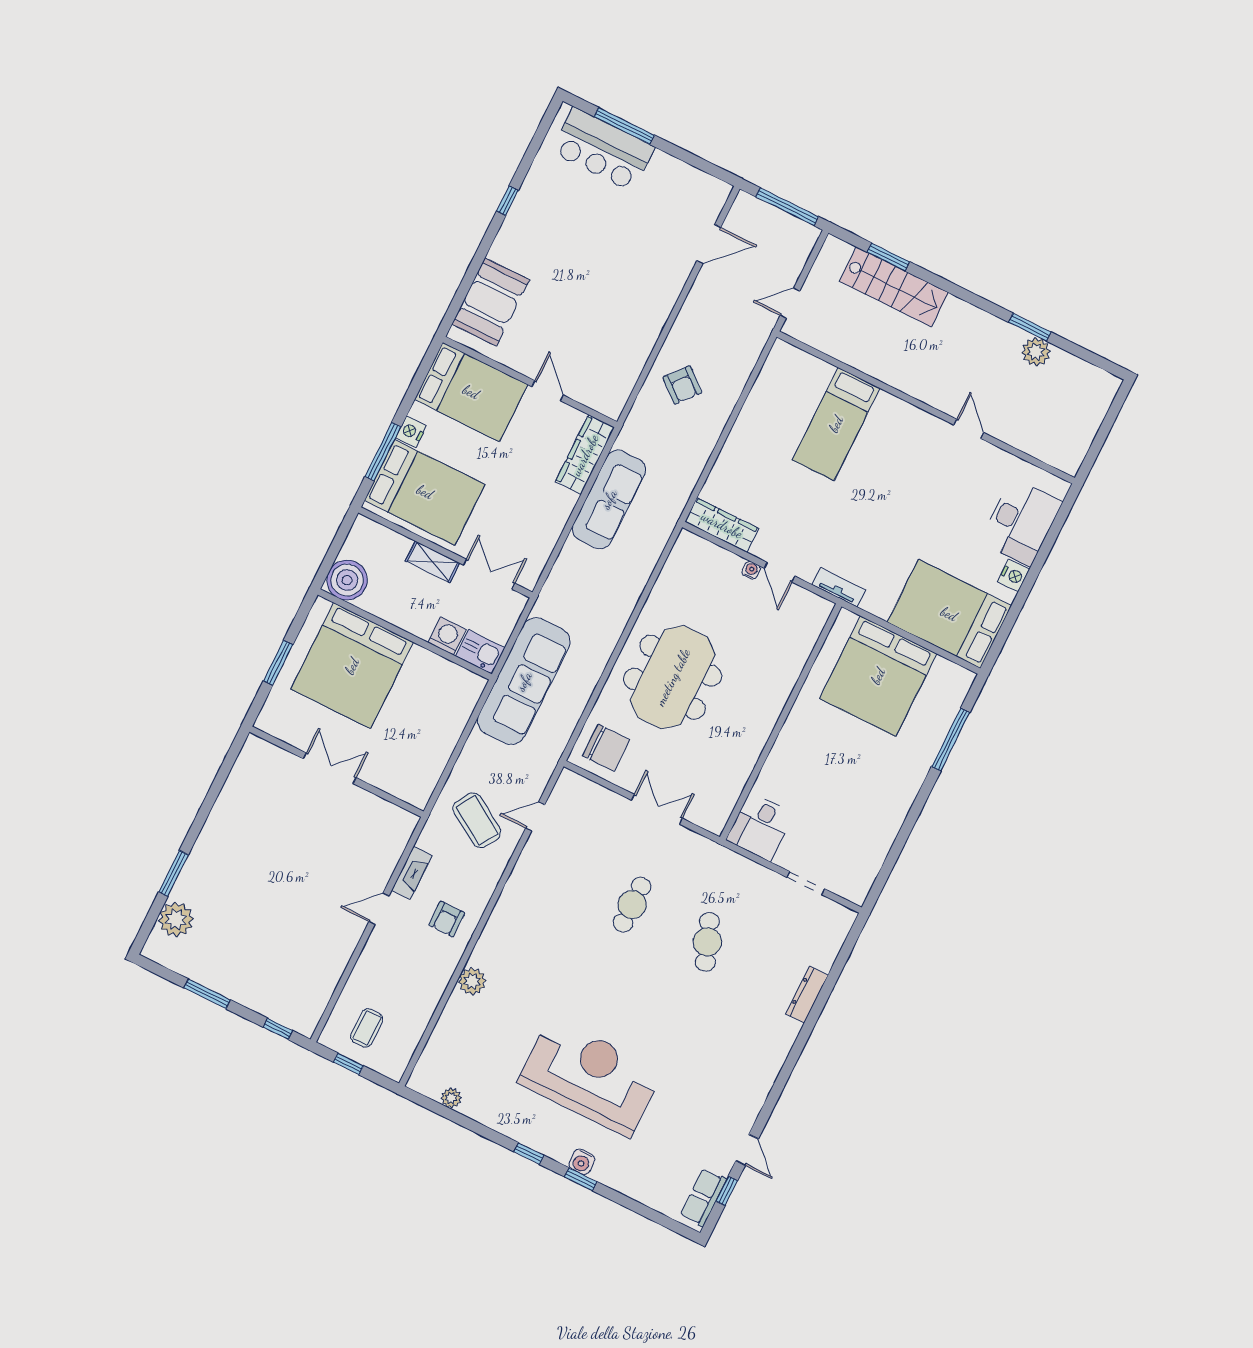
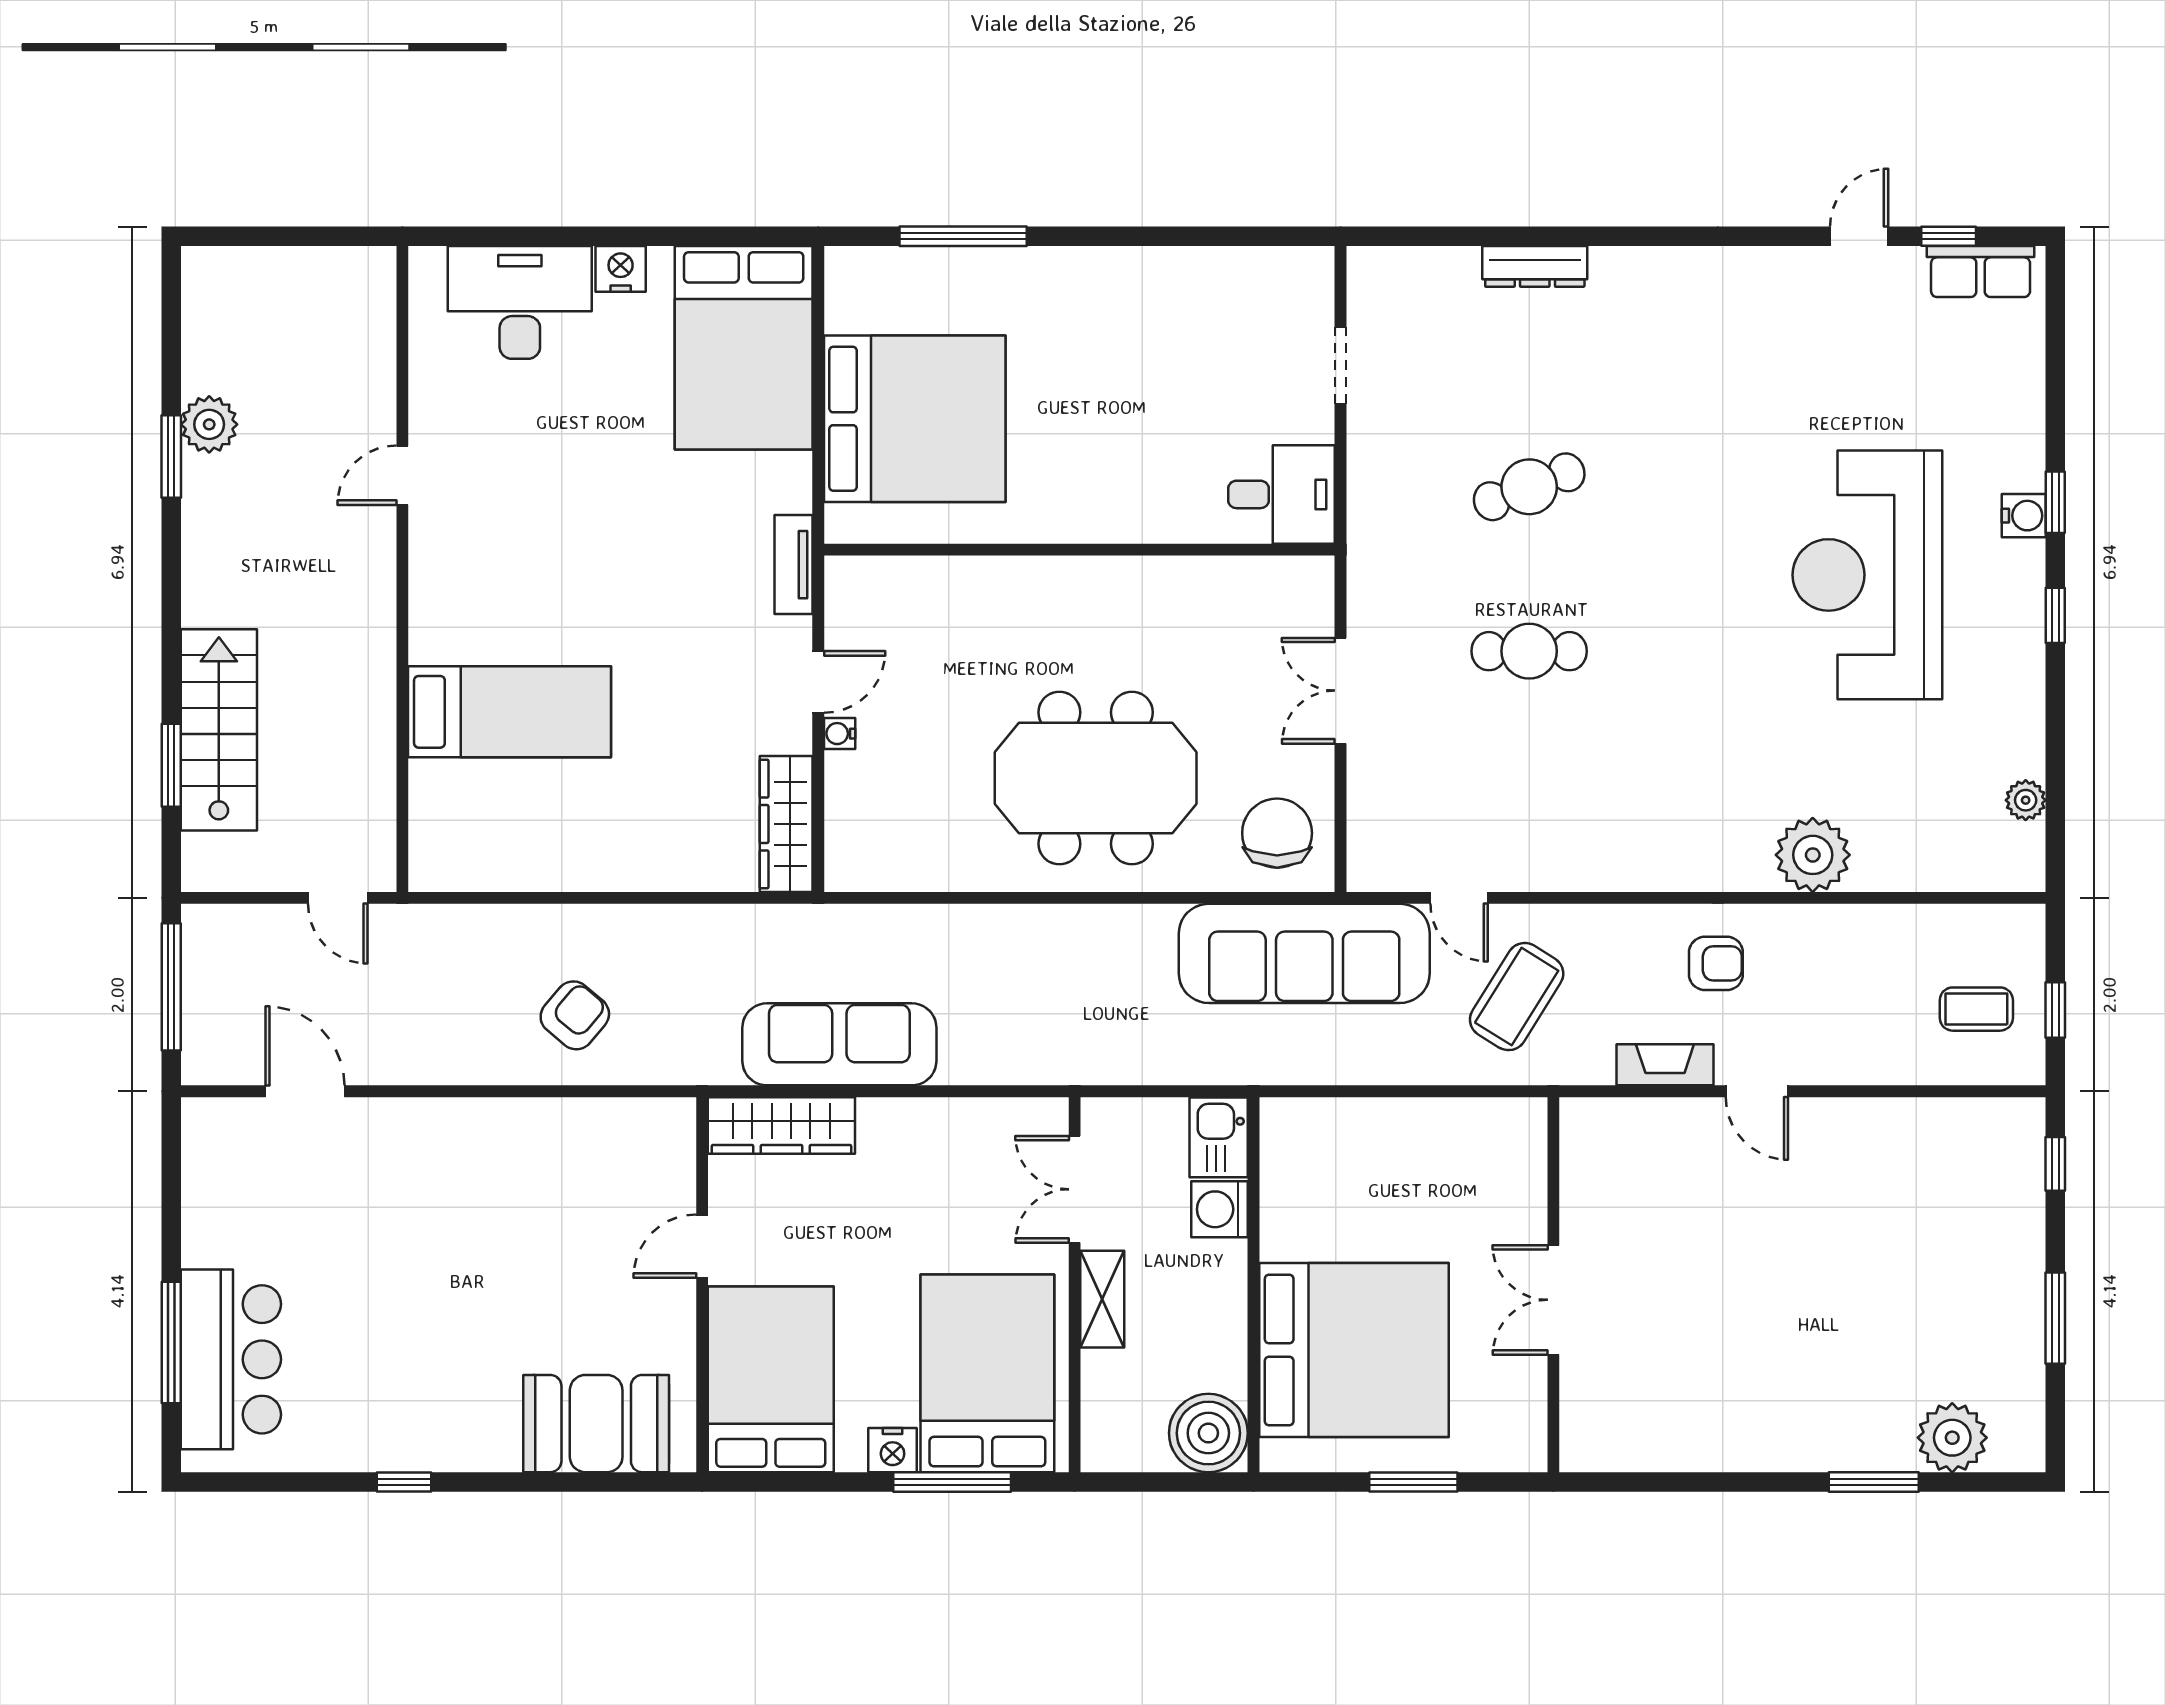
sofa: (524, 681) -> (1304, 953), moved, turned 180
plant: (472, 981) -> (1813, 855), width x1.36, depth x1.36

